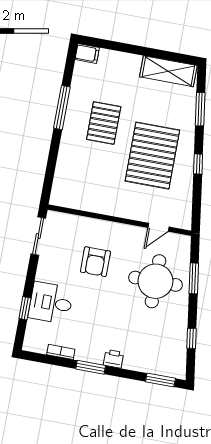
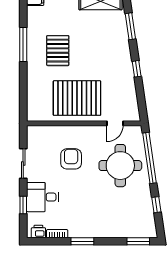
pallet: (152, 156) -> (77, 98), moved, turned 90
sliding door: (38, 236) -> (23, 164), moved
armchair: (95, 262) -> (71, 159), turned 180
window: (194, 278) -> (150, 158), width x2.11
printer: (113, 359) -> (38, 231), moved

